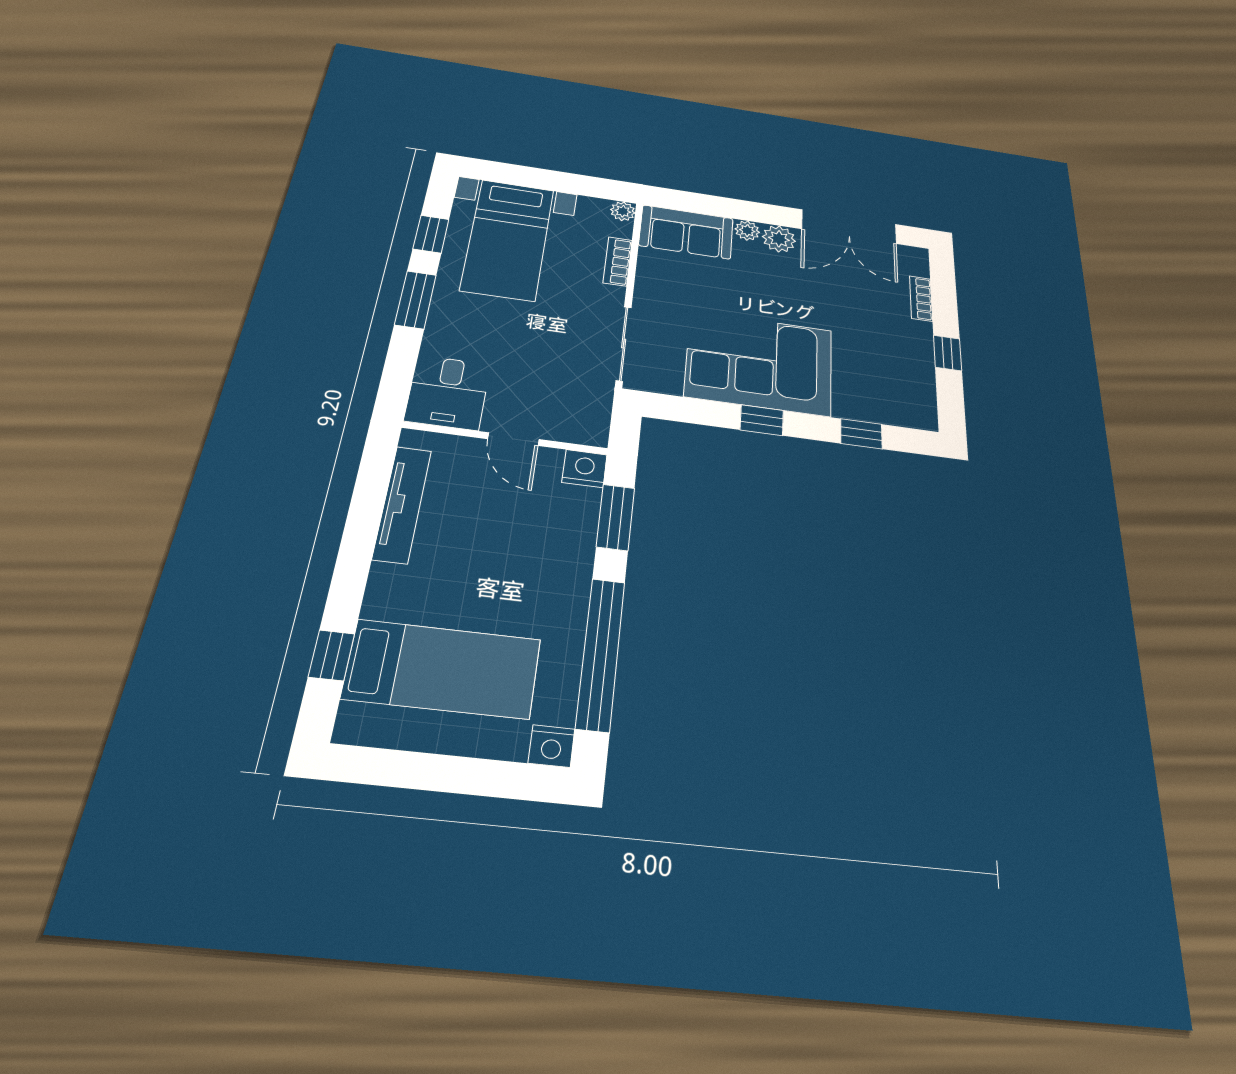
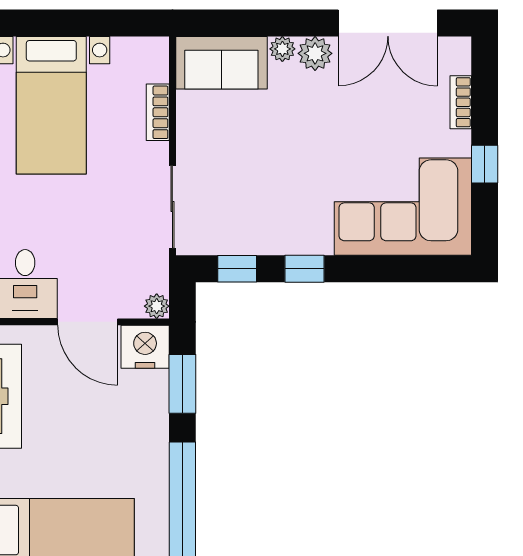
plant: (623, 211) -> (157, 306), moved
corner sofa: (759, 363) -> (403, 207), moved
window: (861, 434) -> (237, 269), moved
door: (513, 439) -> (88, 322), width x1.38
nightstand: (585, 469) -> (145, 347), width x1.36, depth x1.33

